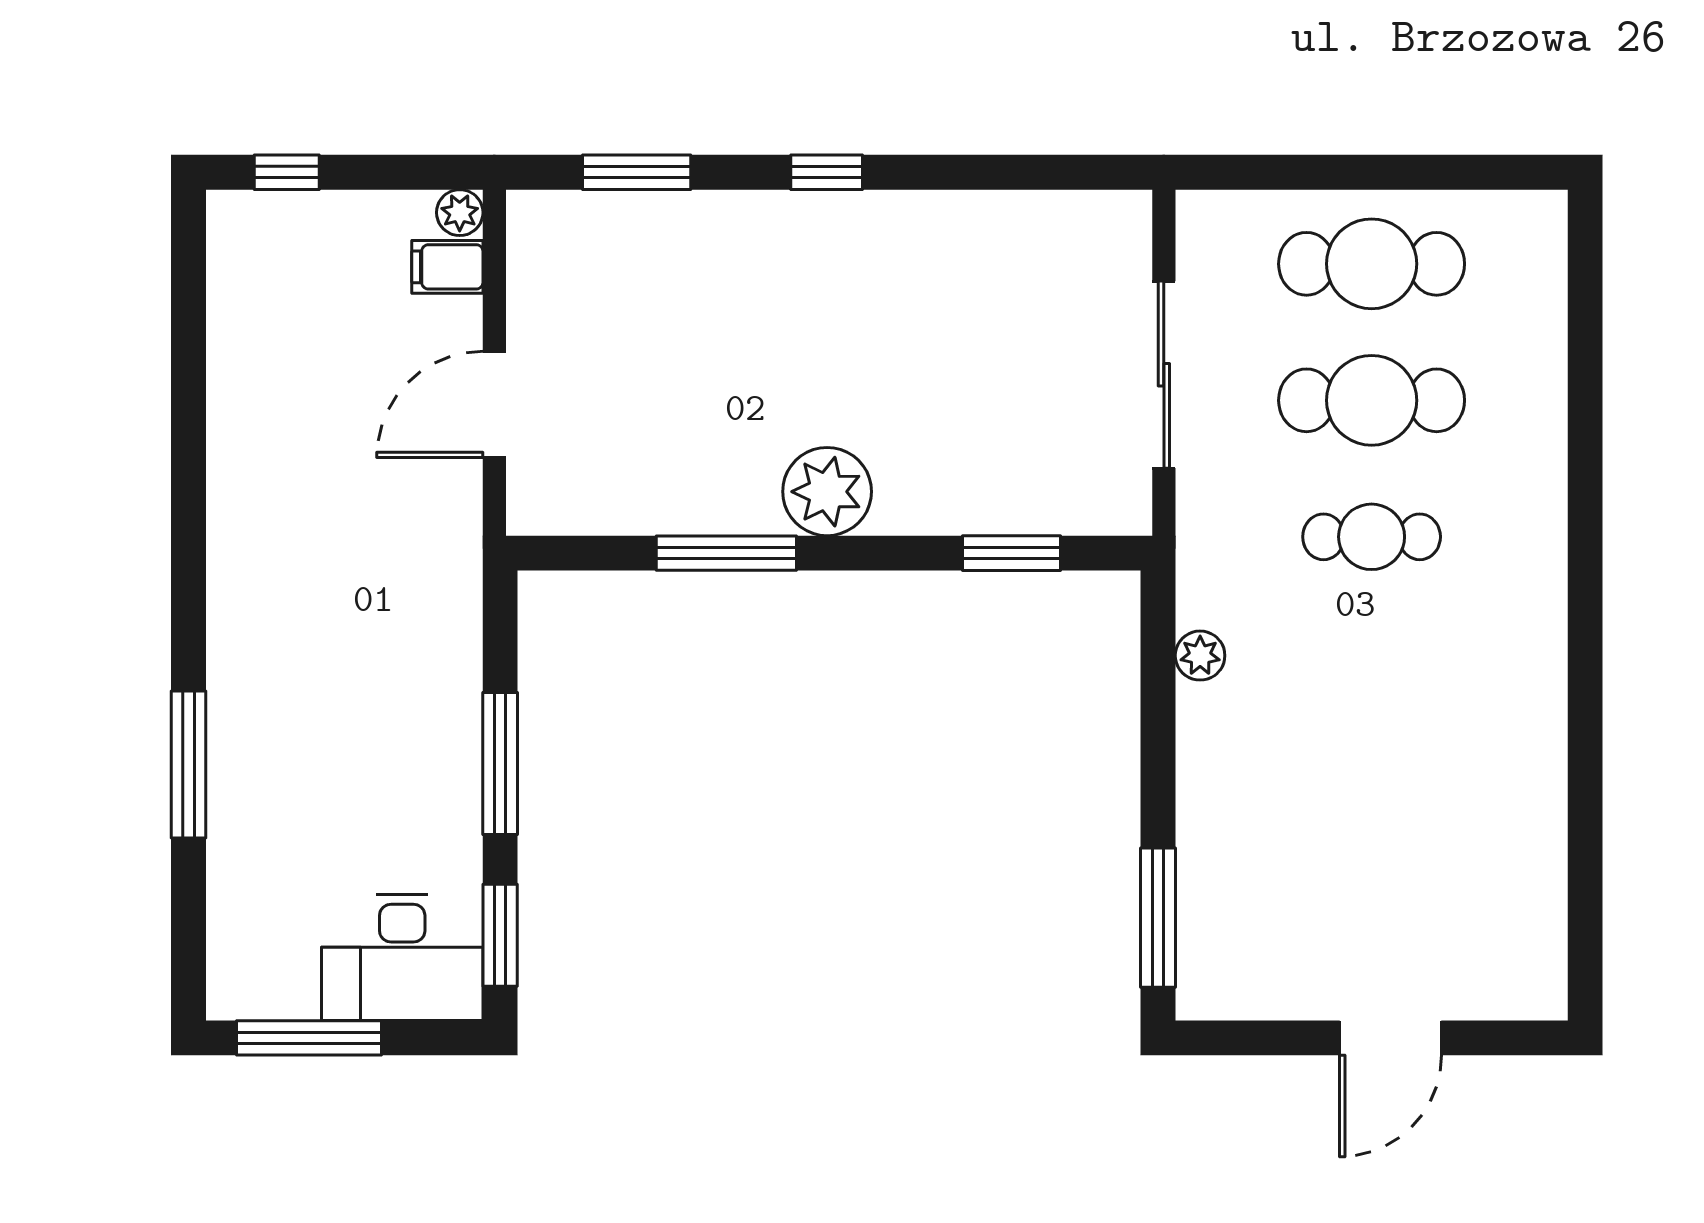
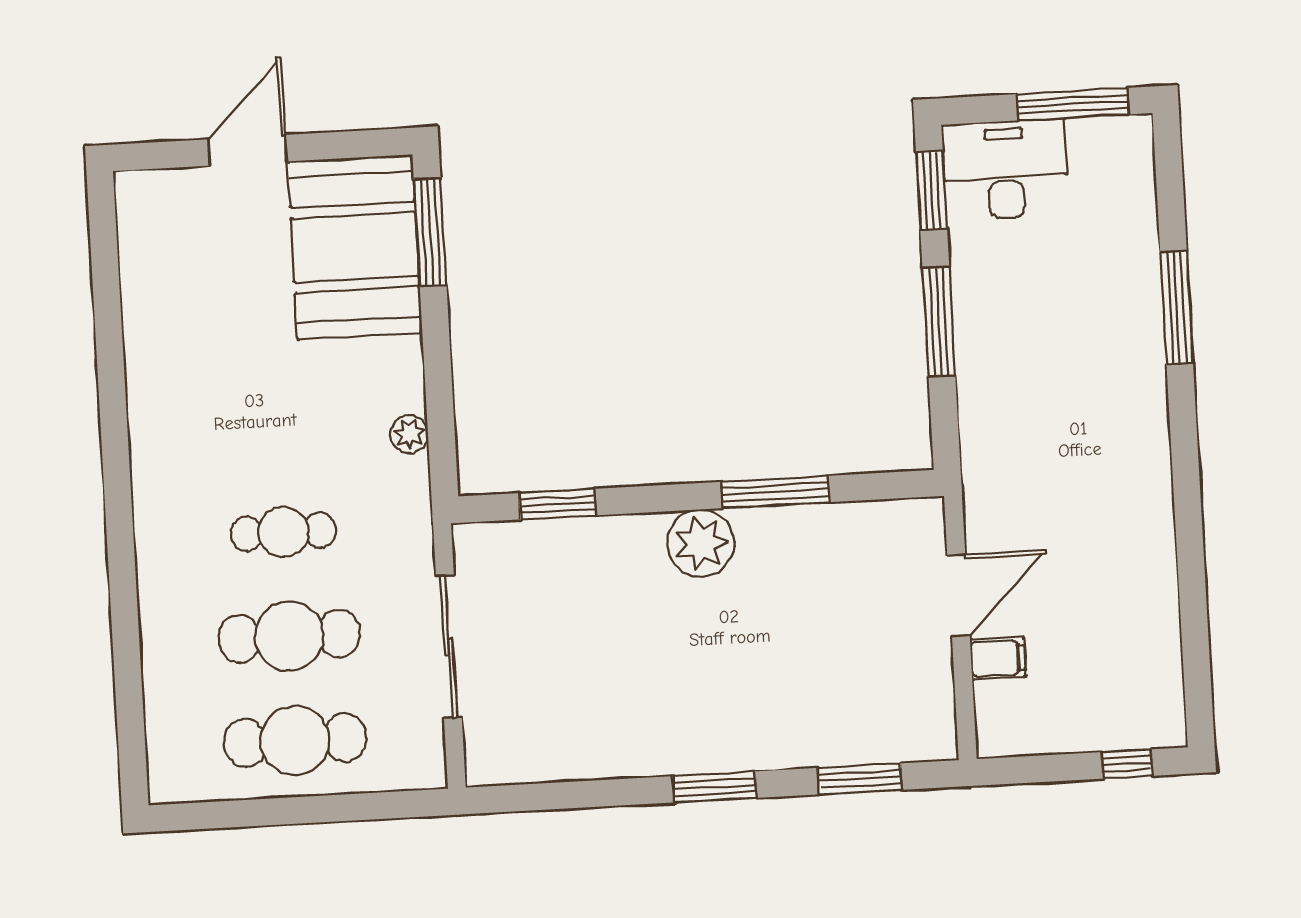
window: (827, 172) -> (715, 787), width x1.50
plant: (460, 213) -> (993, 741), removed
filing cabinet: (447, 267) -> (998, 658), moved
booth: (1257, 904) -> (355, 247), added

